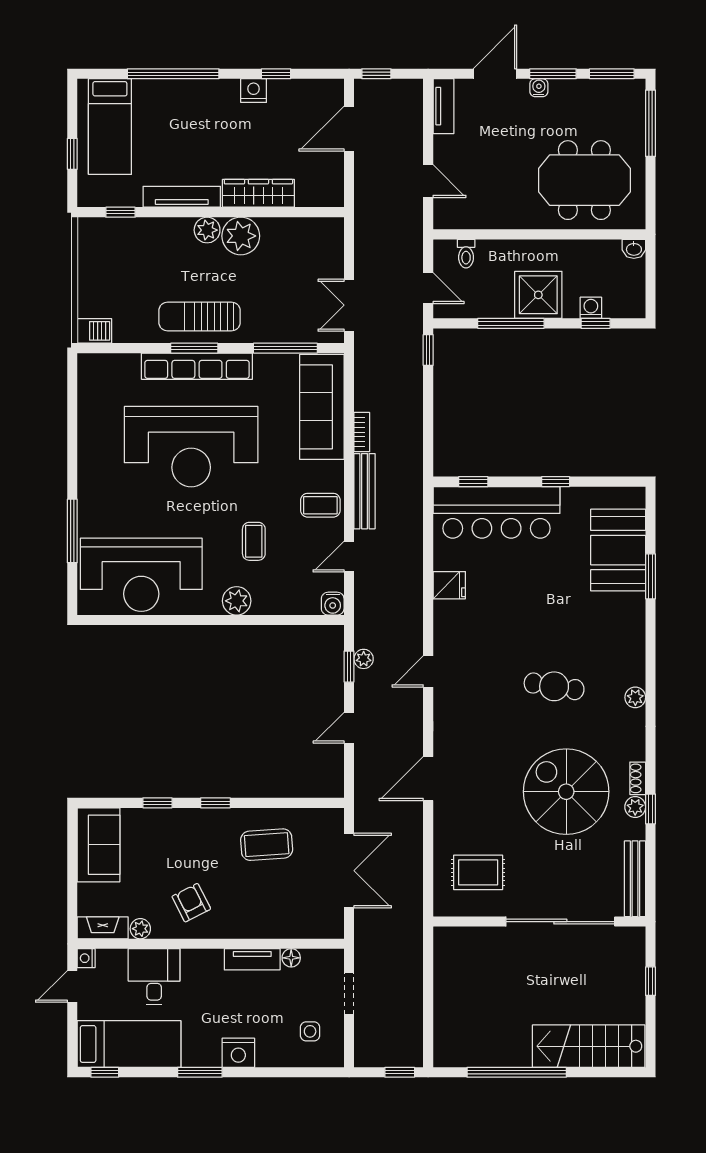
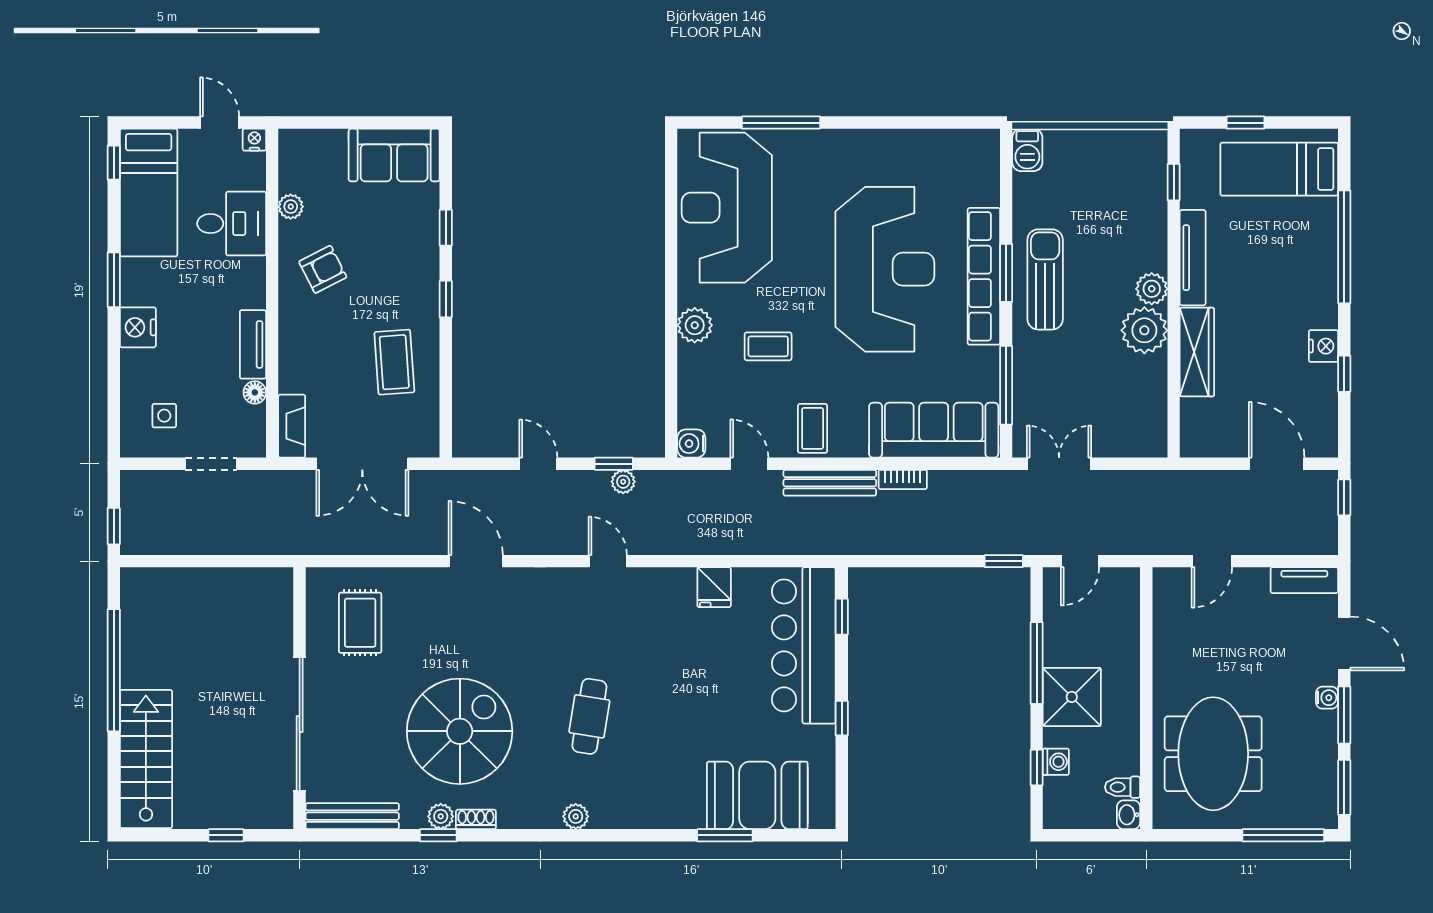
toilet: (466, 254) -> (1123, 787), moved
reception desk: (191, 447) -> (885, 269), turned 180
fireplace: (103, 928) -> (292, 426), moved

